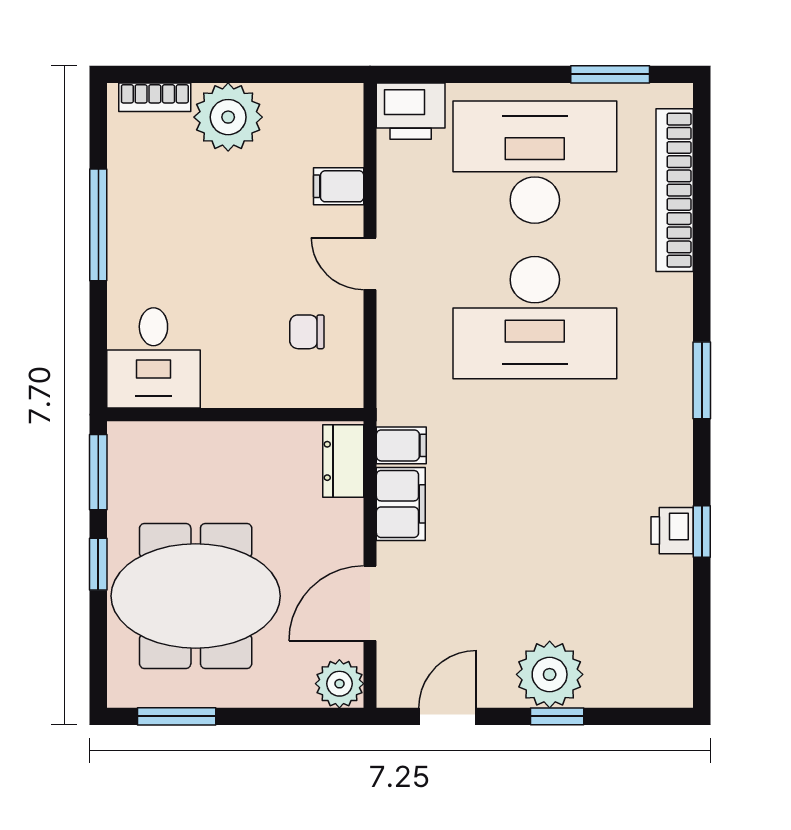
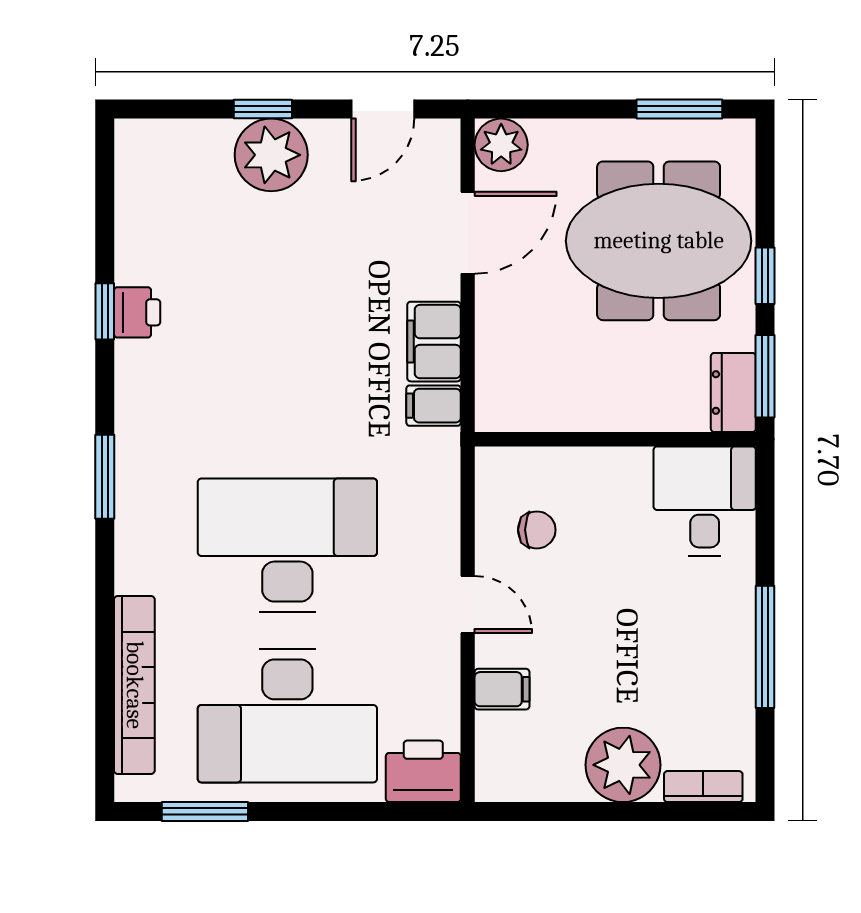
dresser: (343, 461) -> (733, 392), moved, turned 180

